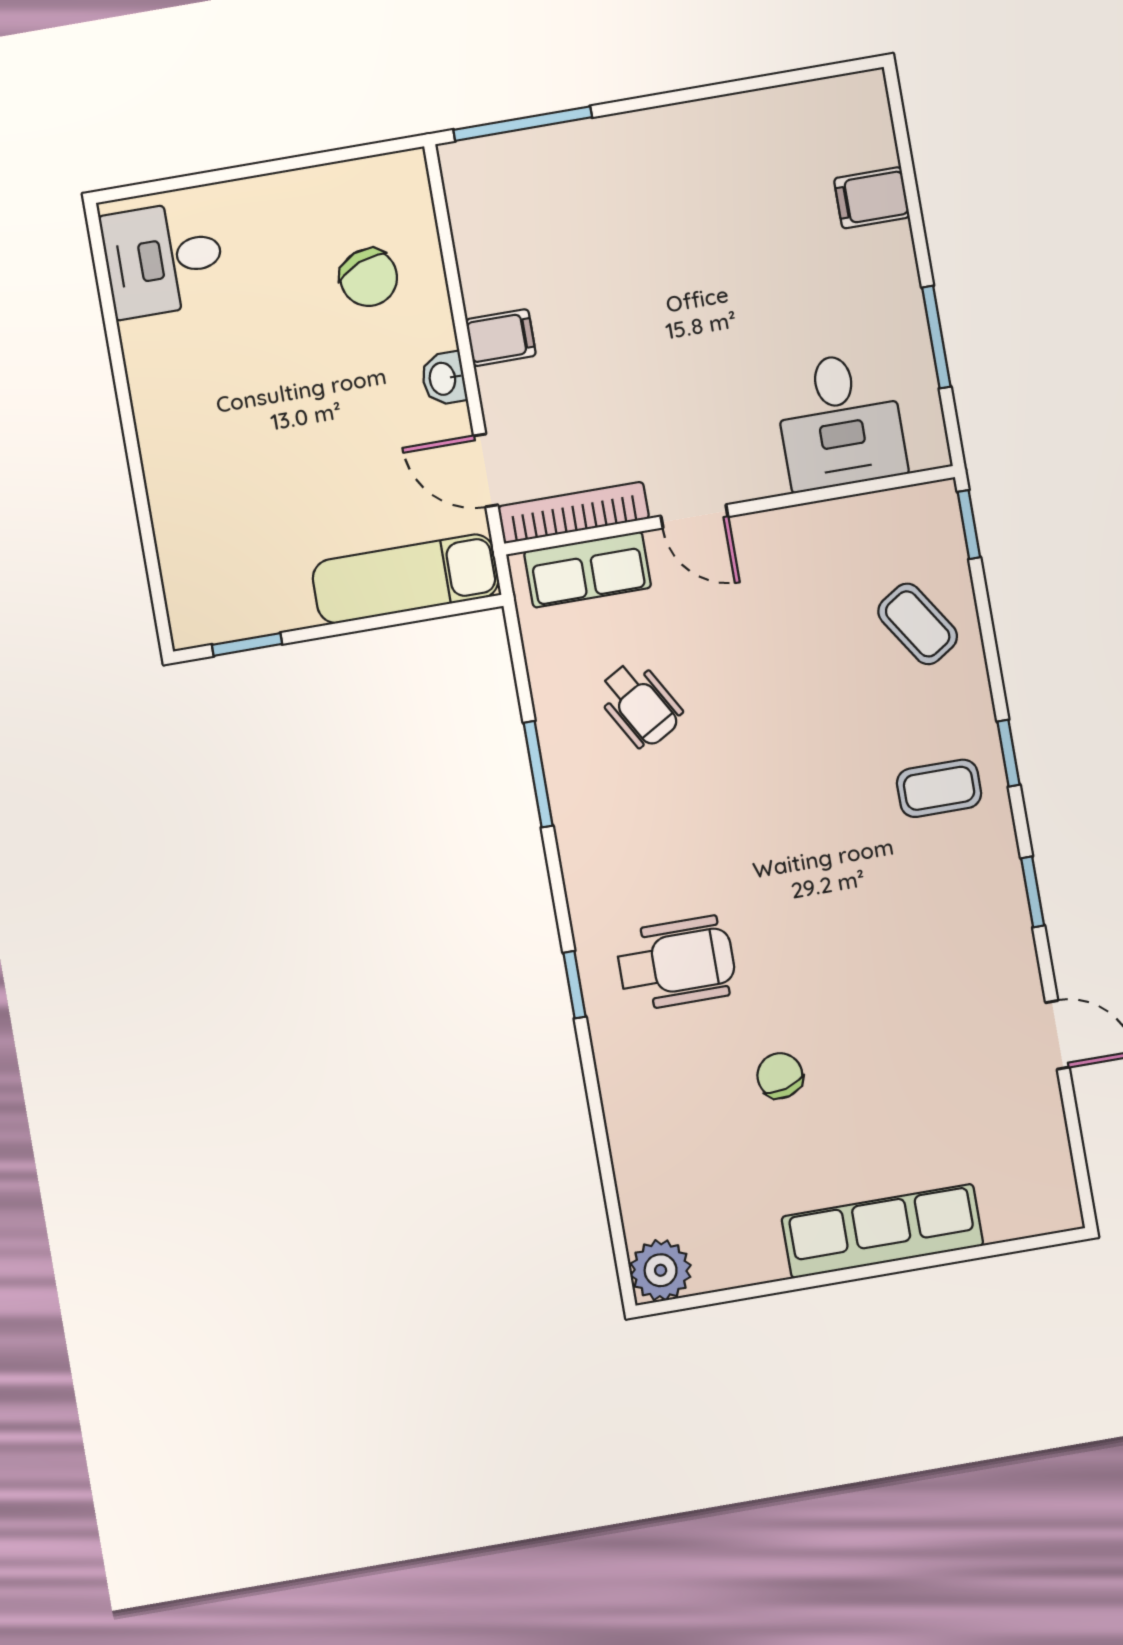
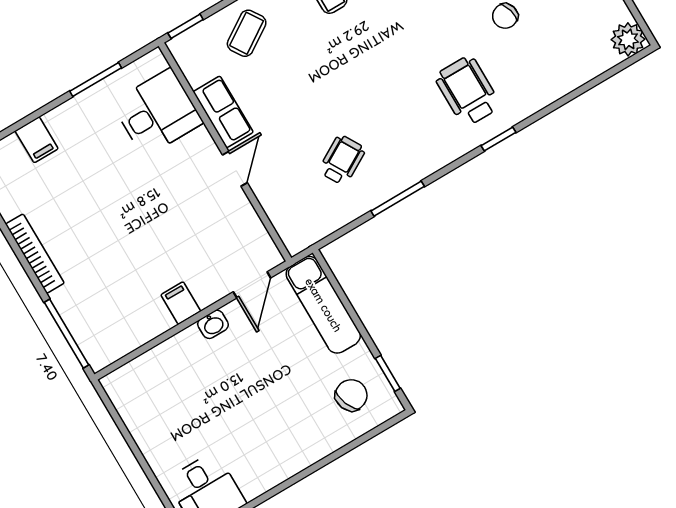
chair: (369, 278) -> (351, 395), moved
bookcase: (573, 513) -> (35, 254), moved, turned 180
row of seats: (588, 570) -> (223, 112), moved

